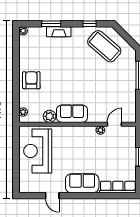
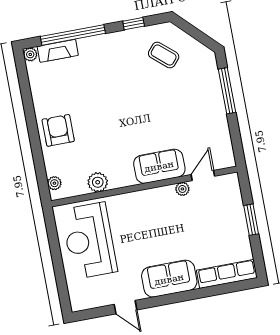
window: (51, 24) -> (73, 35), width x2.11
fireplace: (59, 32) -> (58, 51), moved
coffee table: (104, 46) -> (164, 55), width x0.54, depth x0.58
sofa: (72, 114) -> (159, 166), moved

